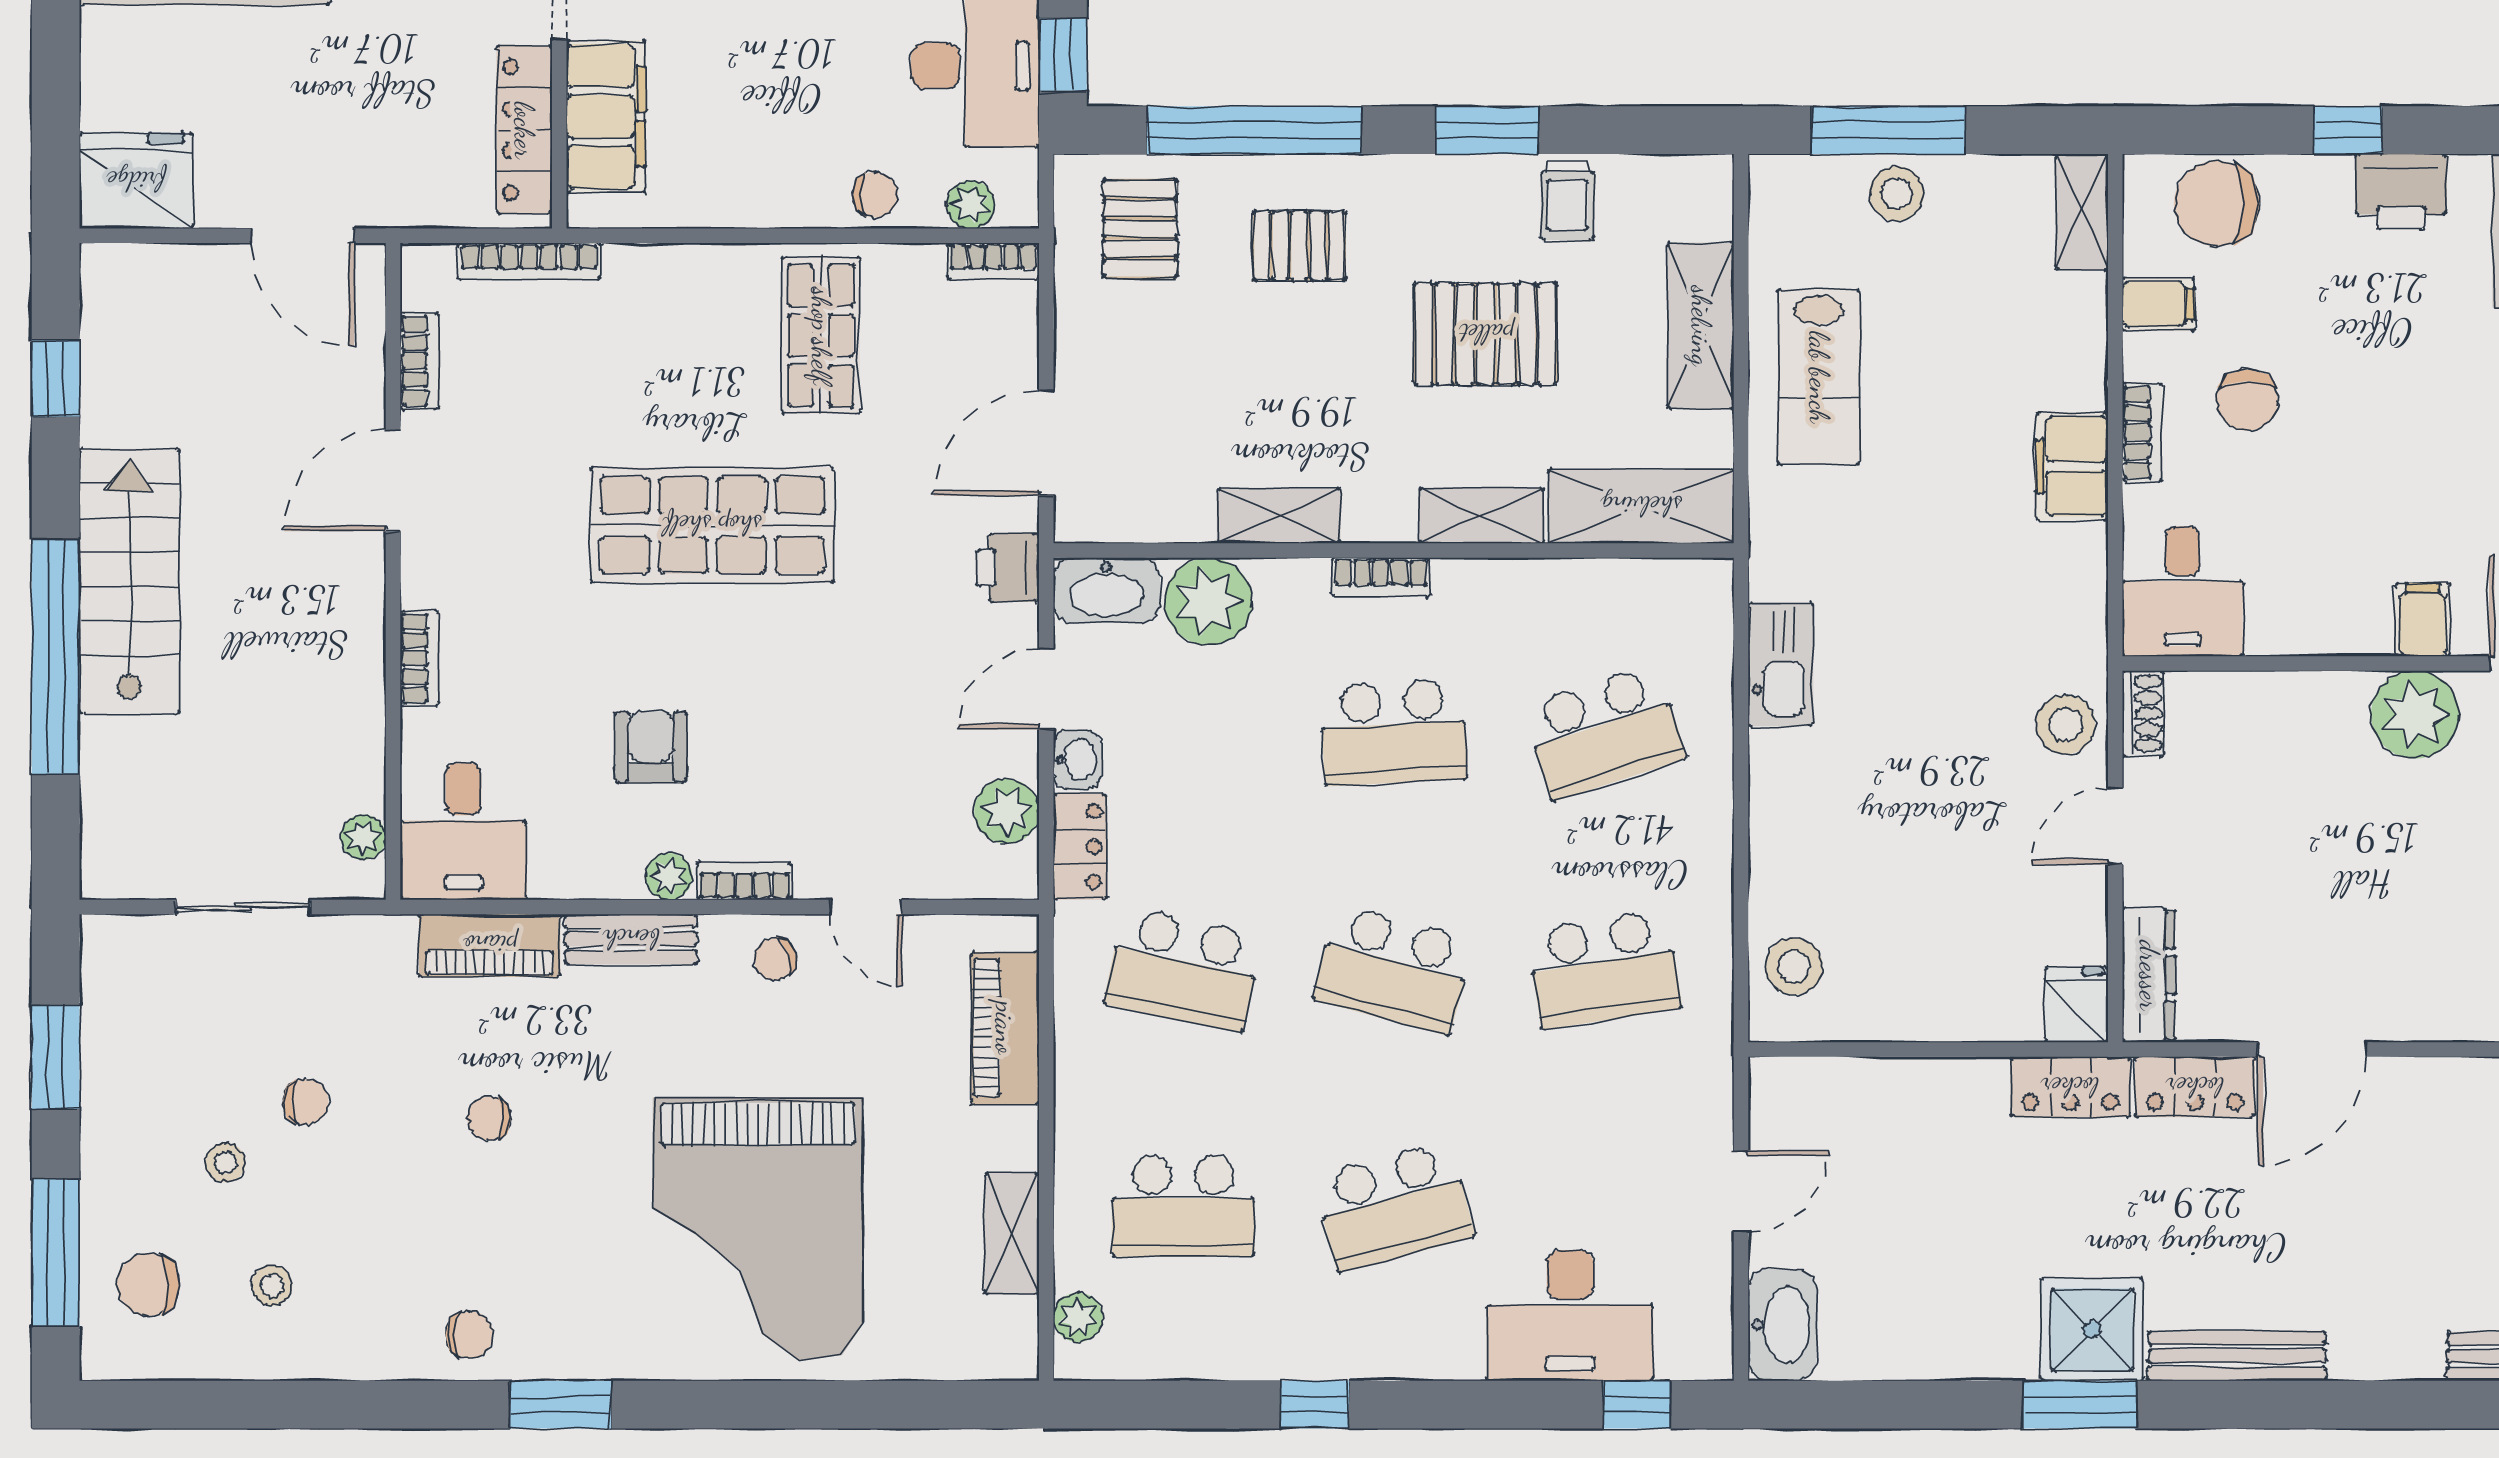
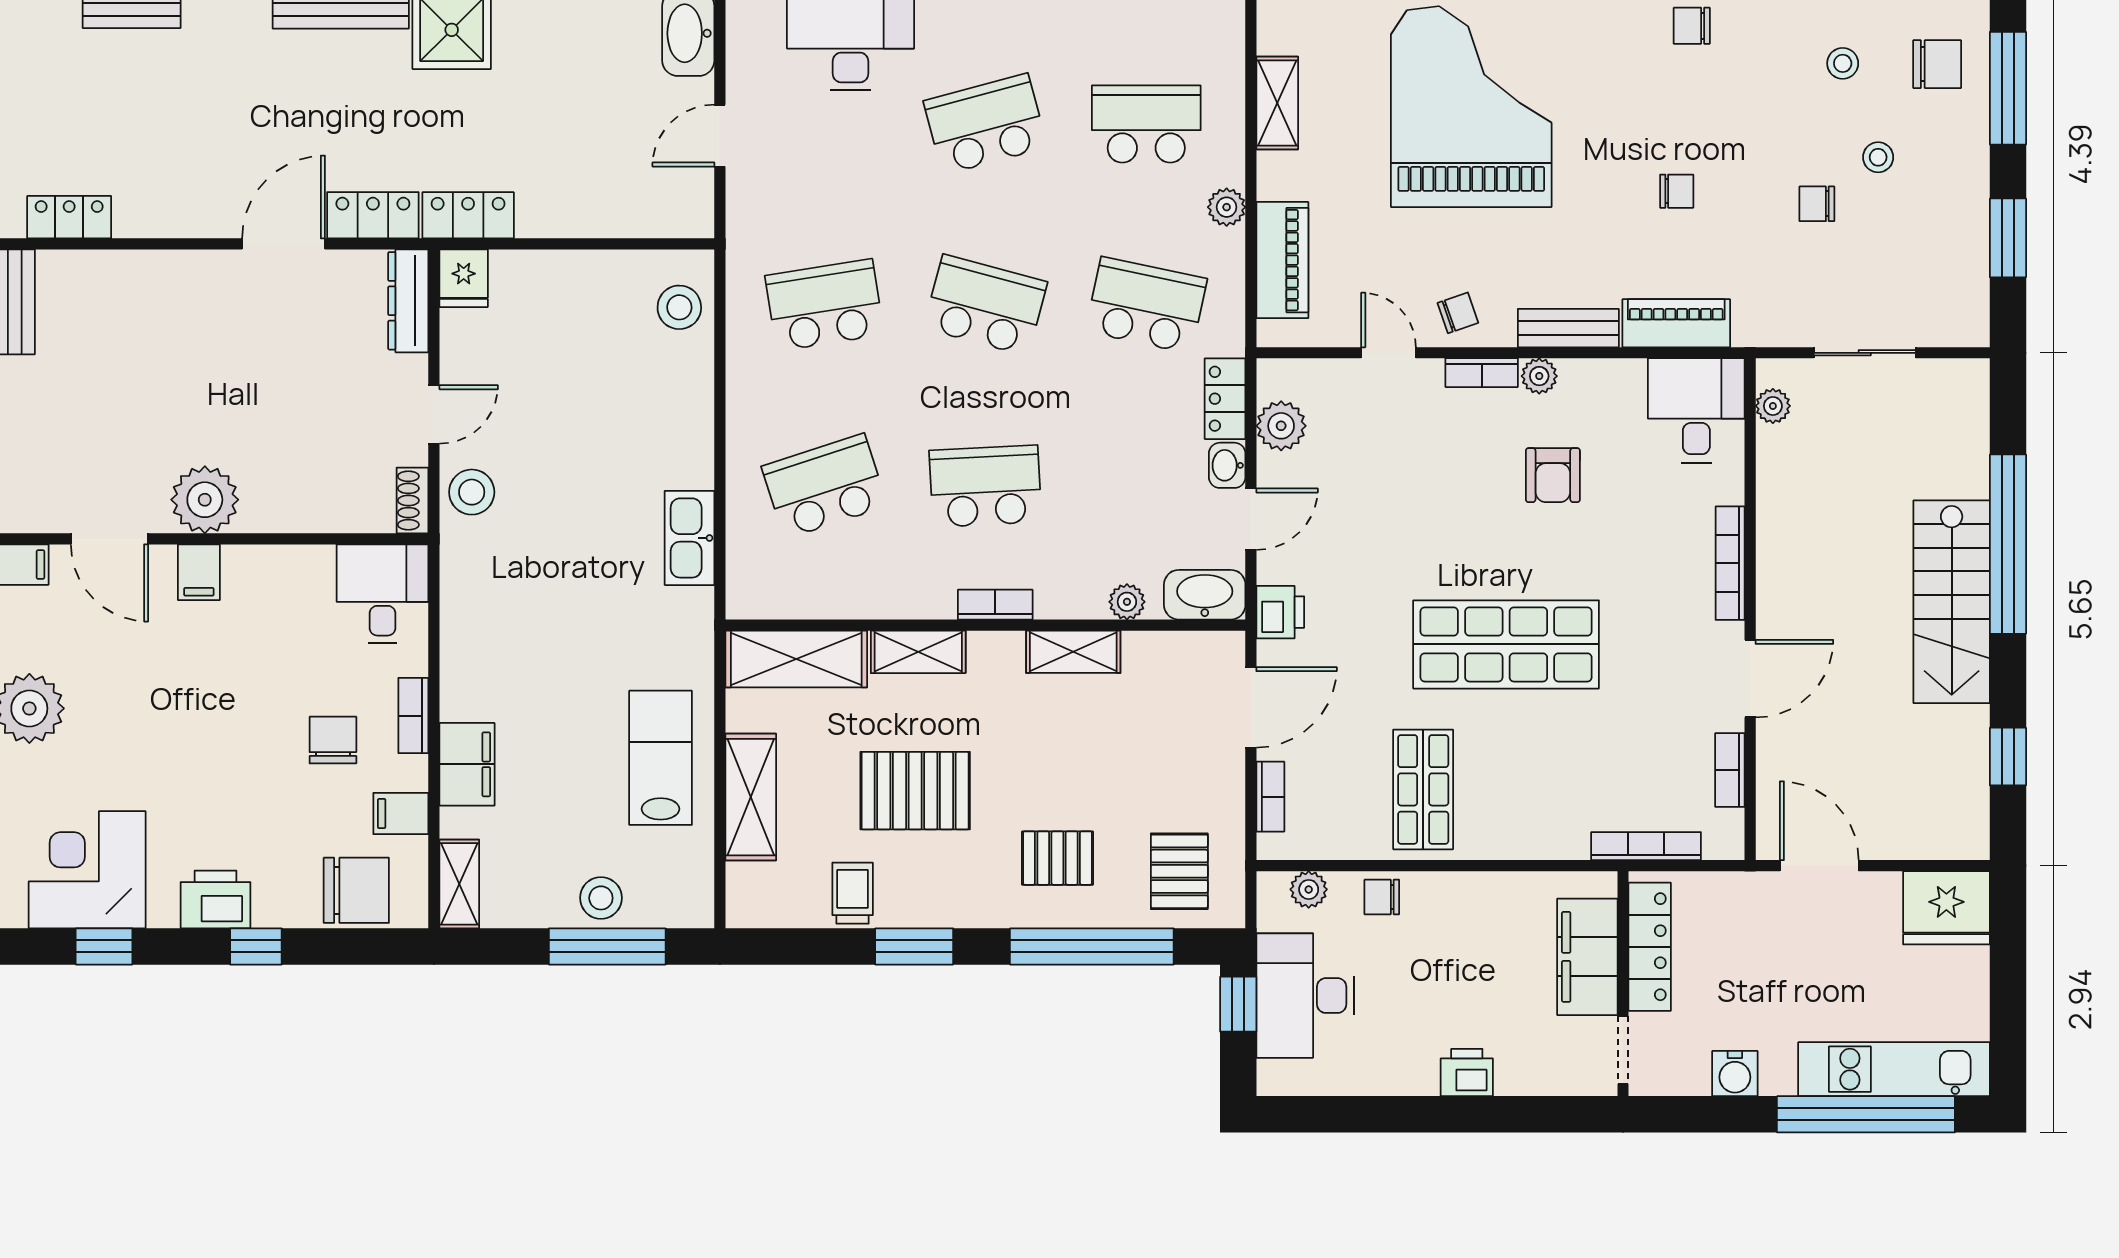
bookcase: (993, 261) -> (1270, 797), moved, turned 90
filing cabinet: (2072, 466) -> (467, 764), moved
plant: (1208, 601) -> (1127, 602), width x0.53, depth x0.53
bookcase: (419, 658) -> (1730, 563), width x1.56
plant: (1078, 1317) -> (1227, 207), moved

